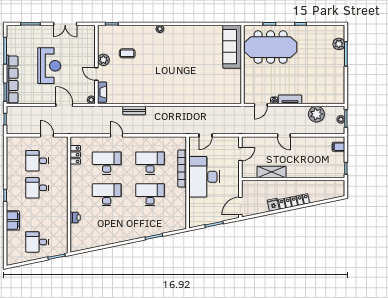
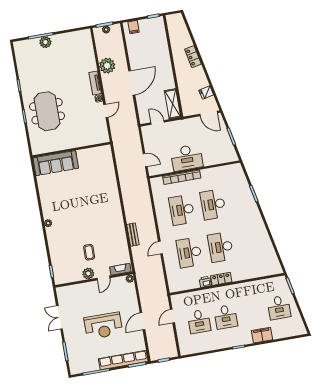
double door: (65, 24) -> (59, 317), swing flipped
plant: (339, 44) -> (45, 42), moved
sofa: (232, 47) -> (56, 163), moved
meeting table: (271, 47) -> (47, 111), width x0.73
coffee table: (127, 53) -> (89, 252), moved
wall: (242, 64) -> (71, 150), moved
reception desk: (49, 66) -> (103, 326), turned 180
door: (64, 105) -> (142, 321), moved
door: (261, 105) -> (106, 111), hinge flipped
plant: (316, 114) -> (107, 66), moved
door: (284, 135) -> (132, 83), width x1.88
locker: (75, 155) -> (221, 279), moved
shelving: (272, 172) -> (173, 104), moved
desk: (204, 177) -> (187, 158), width x0.73, depth x0.77
locker: (294, 201) -> (193, 57), width x0.66
fridge: (273, 205) -> (206, 93), moved
printer: (75, 217) -> (205, 282), moved

